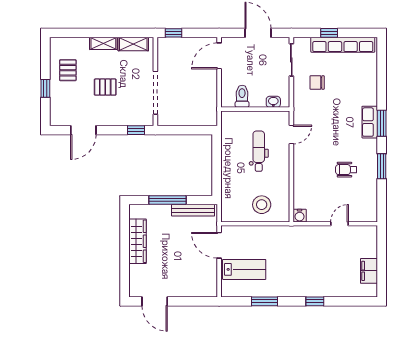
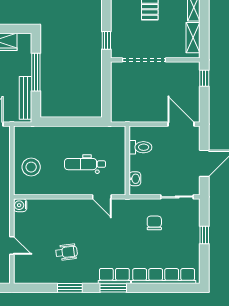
row of seats: (343, 45) -> (164, 276), moved, turned 90
dental chair: (259, 151) -> (85, 164), turned 180
wheelchair: (346, 170) -> (67, 252), turned 83

